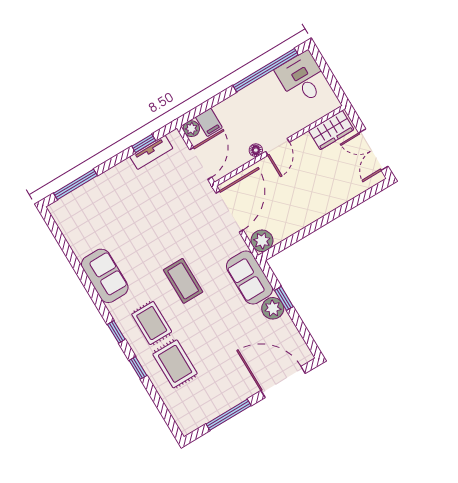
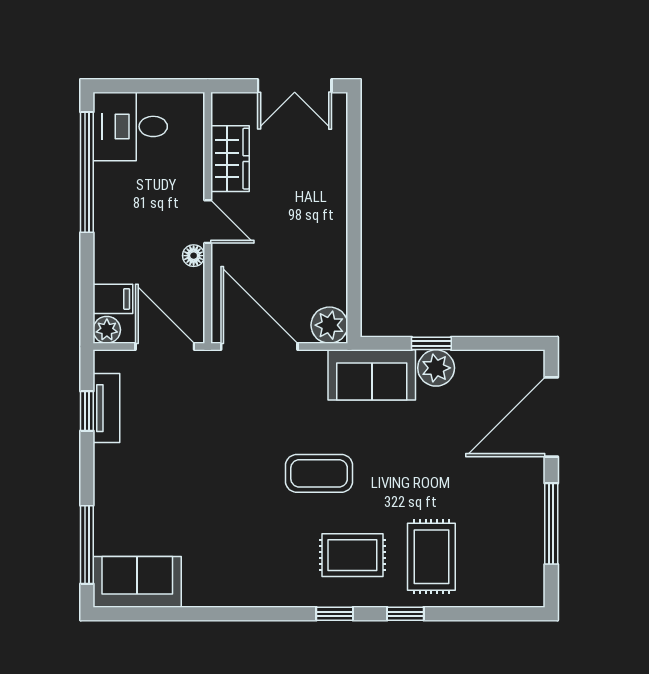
wardrobe: (331, 130) -> (230, 159), moved
sofa: (105, 276) -> (137, 582), moved
rug: (175, 364) -> (431, 557), turned 90

